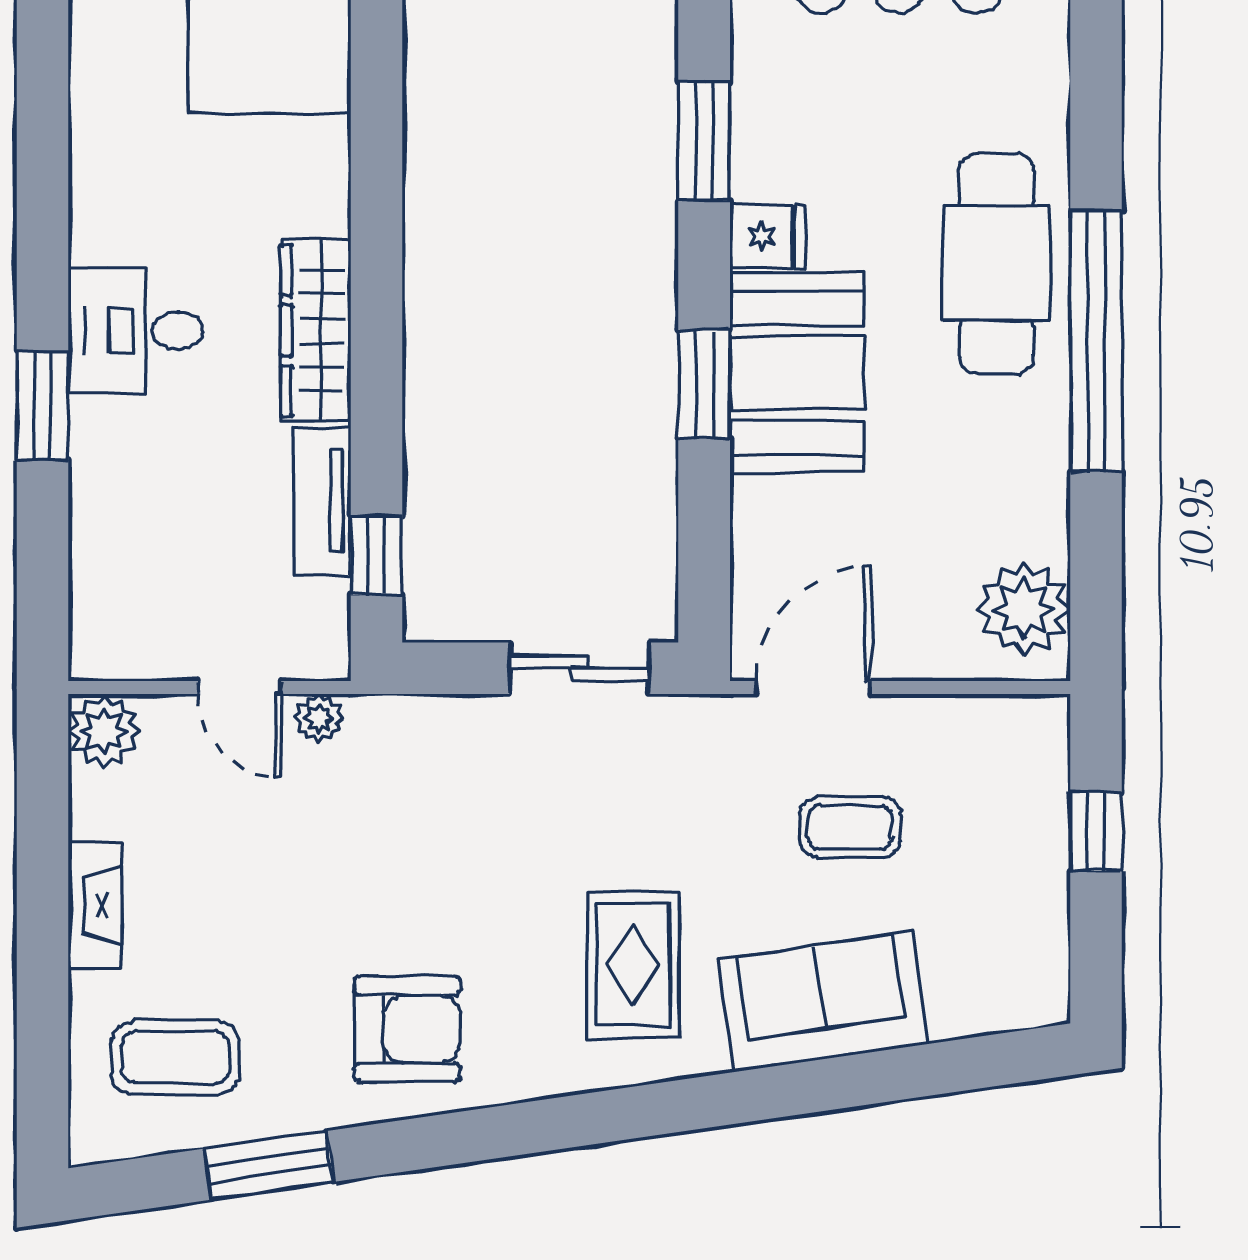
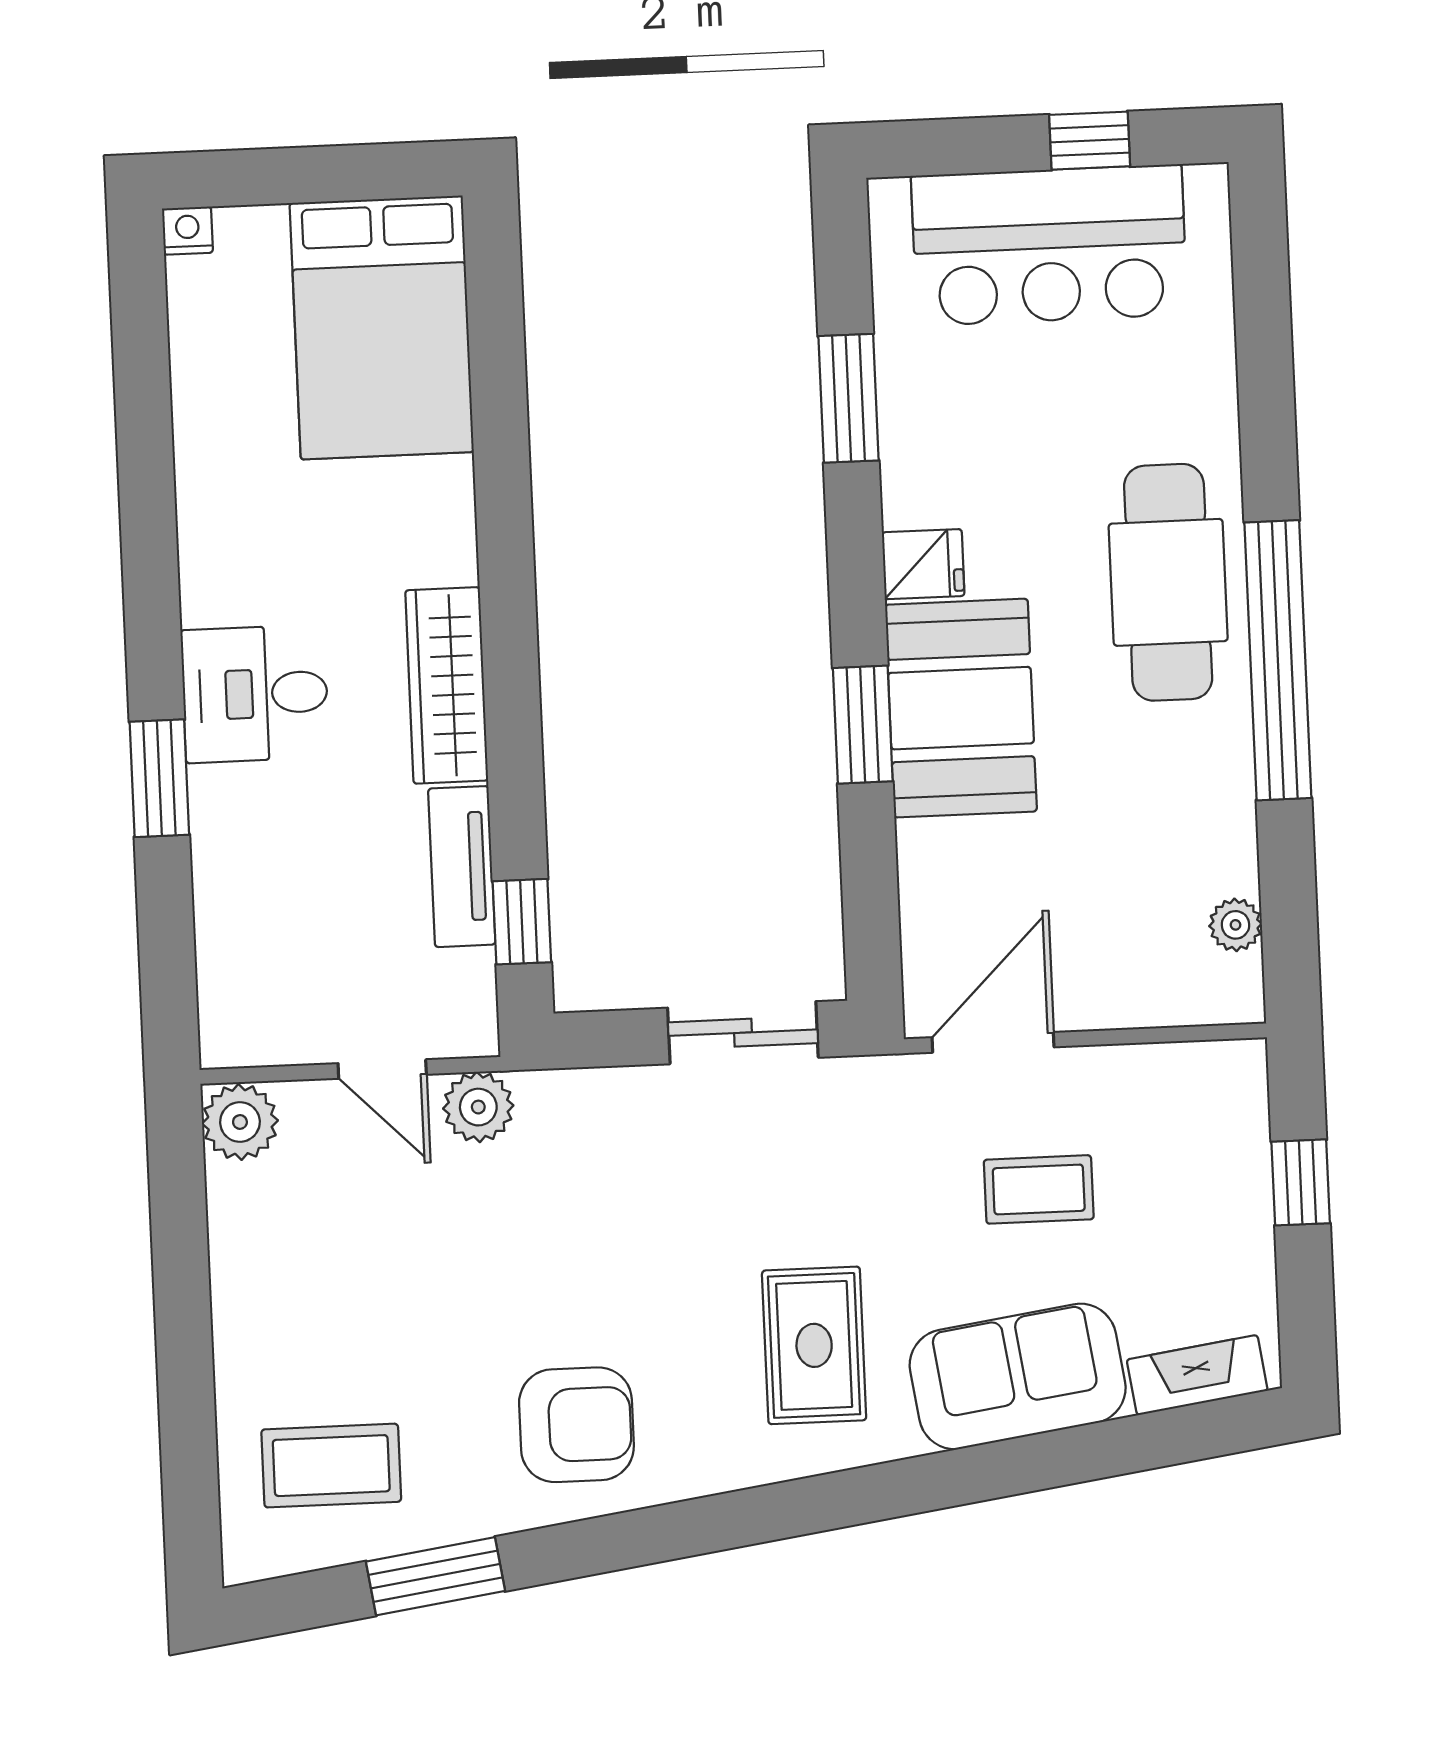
window: (704, 141) -> (848, 398), moved
plant: (1024, 609) -> (1235, 925), width x0.53, depth x0.53
plant: (319, 718) -> (478, 1107), width x1.38, depth x1.38
fireplace: (95, 905) -> (1197, 1375), moved, turned -98

